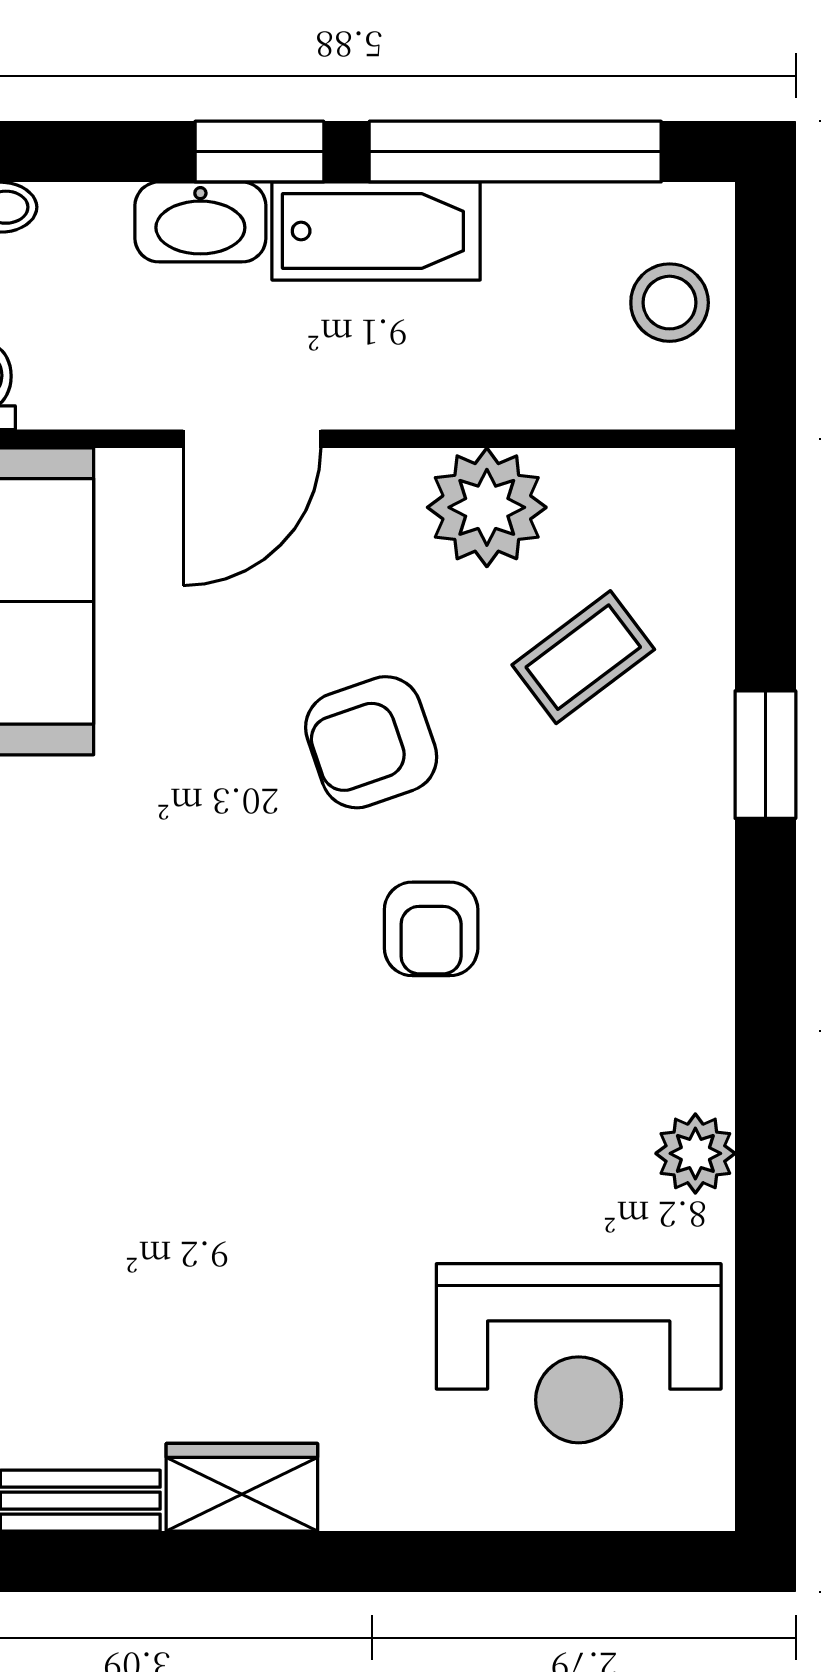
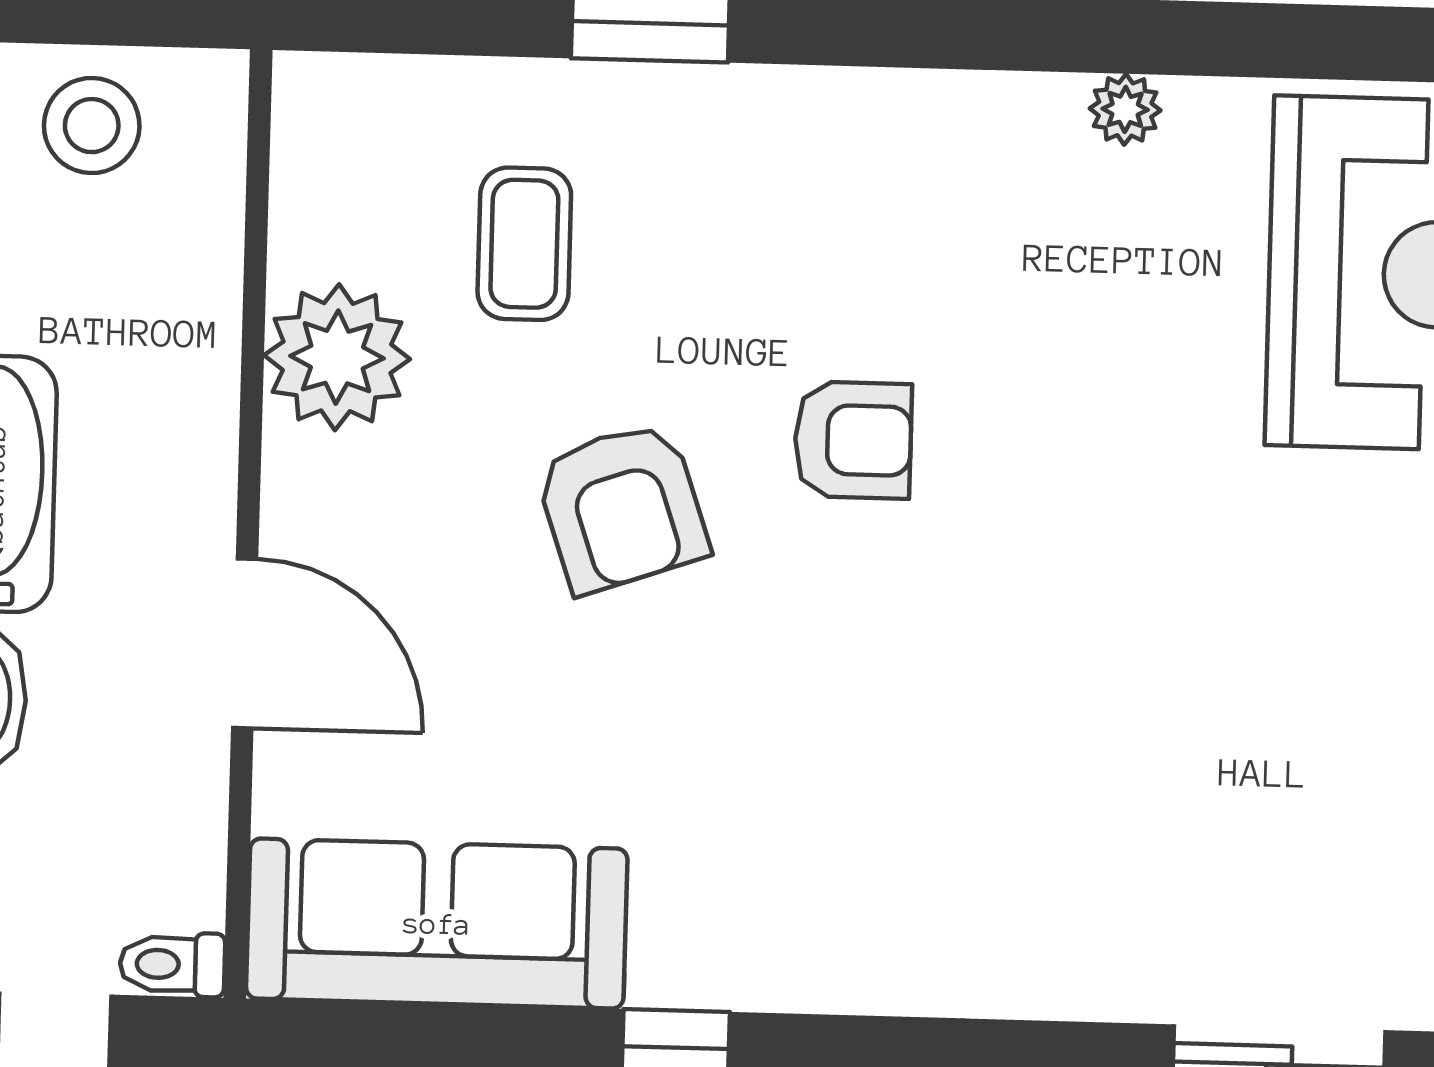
coffee table: (583, 657) -> (524, 244), turned 37
plant: (695, 1153) -> (1125, 109), width x0.73, depth x0.73

